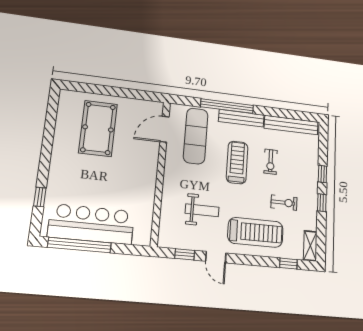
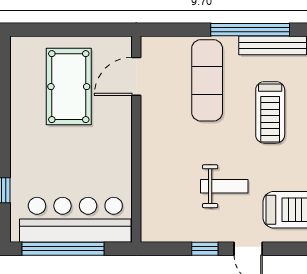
door: (164, 129) -> (136, 76), moved
treadmill: (237, 162) -> (270, 112), turned 180
wall: (160, 172) -> (136, 139), moved

